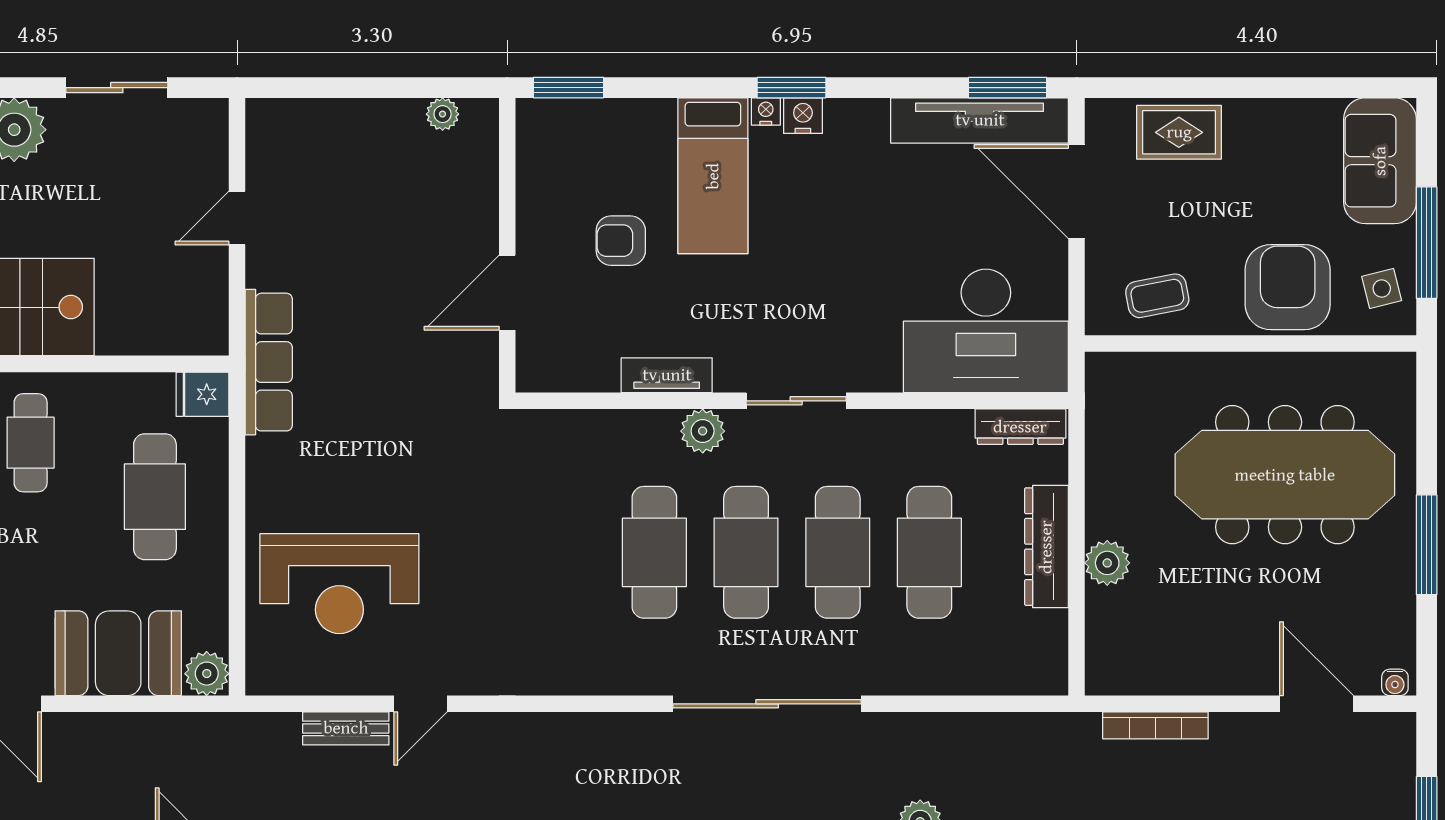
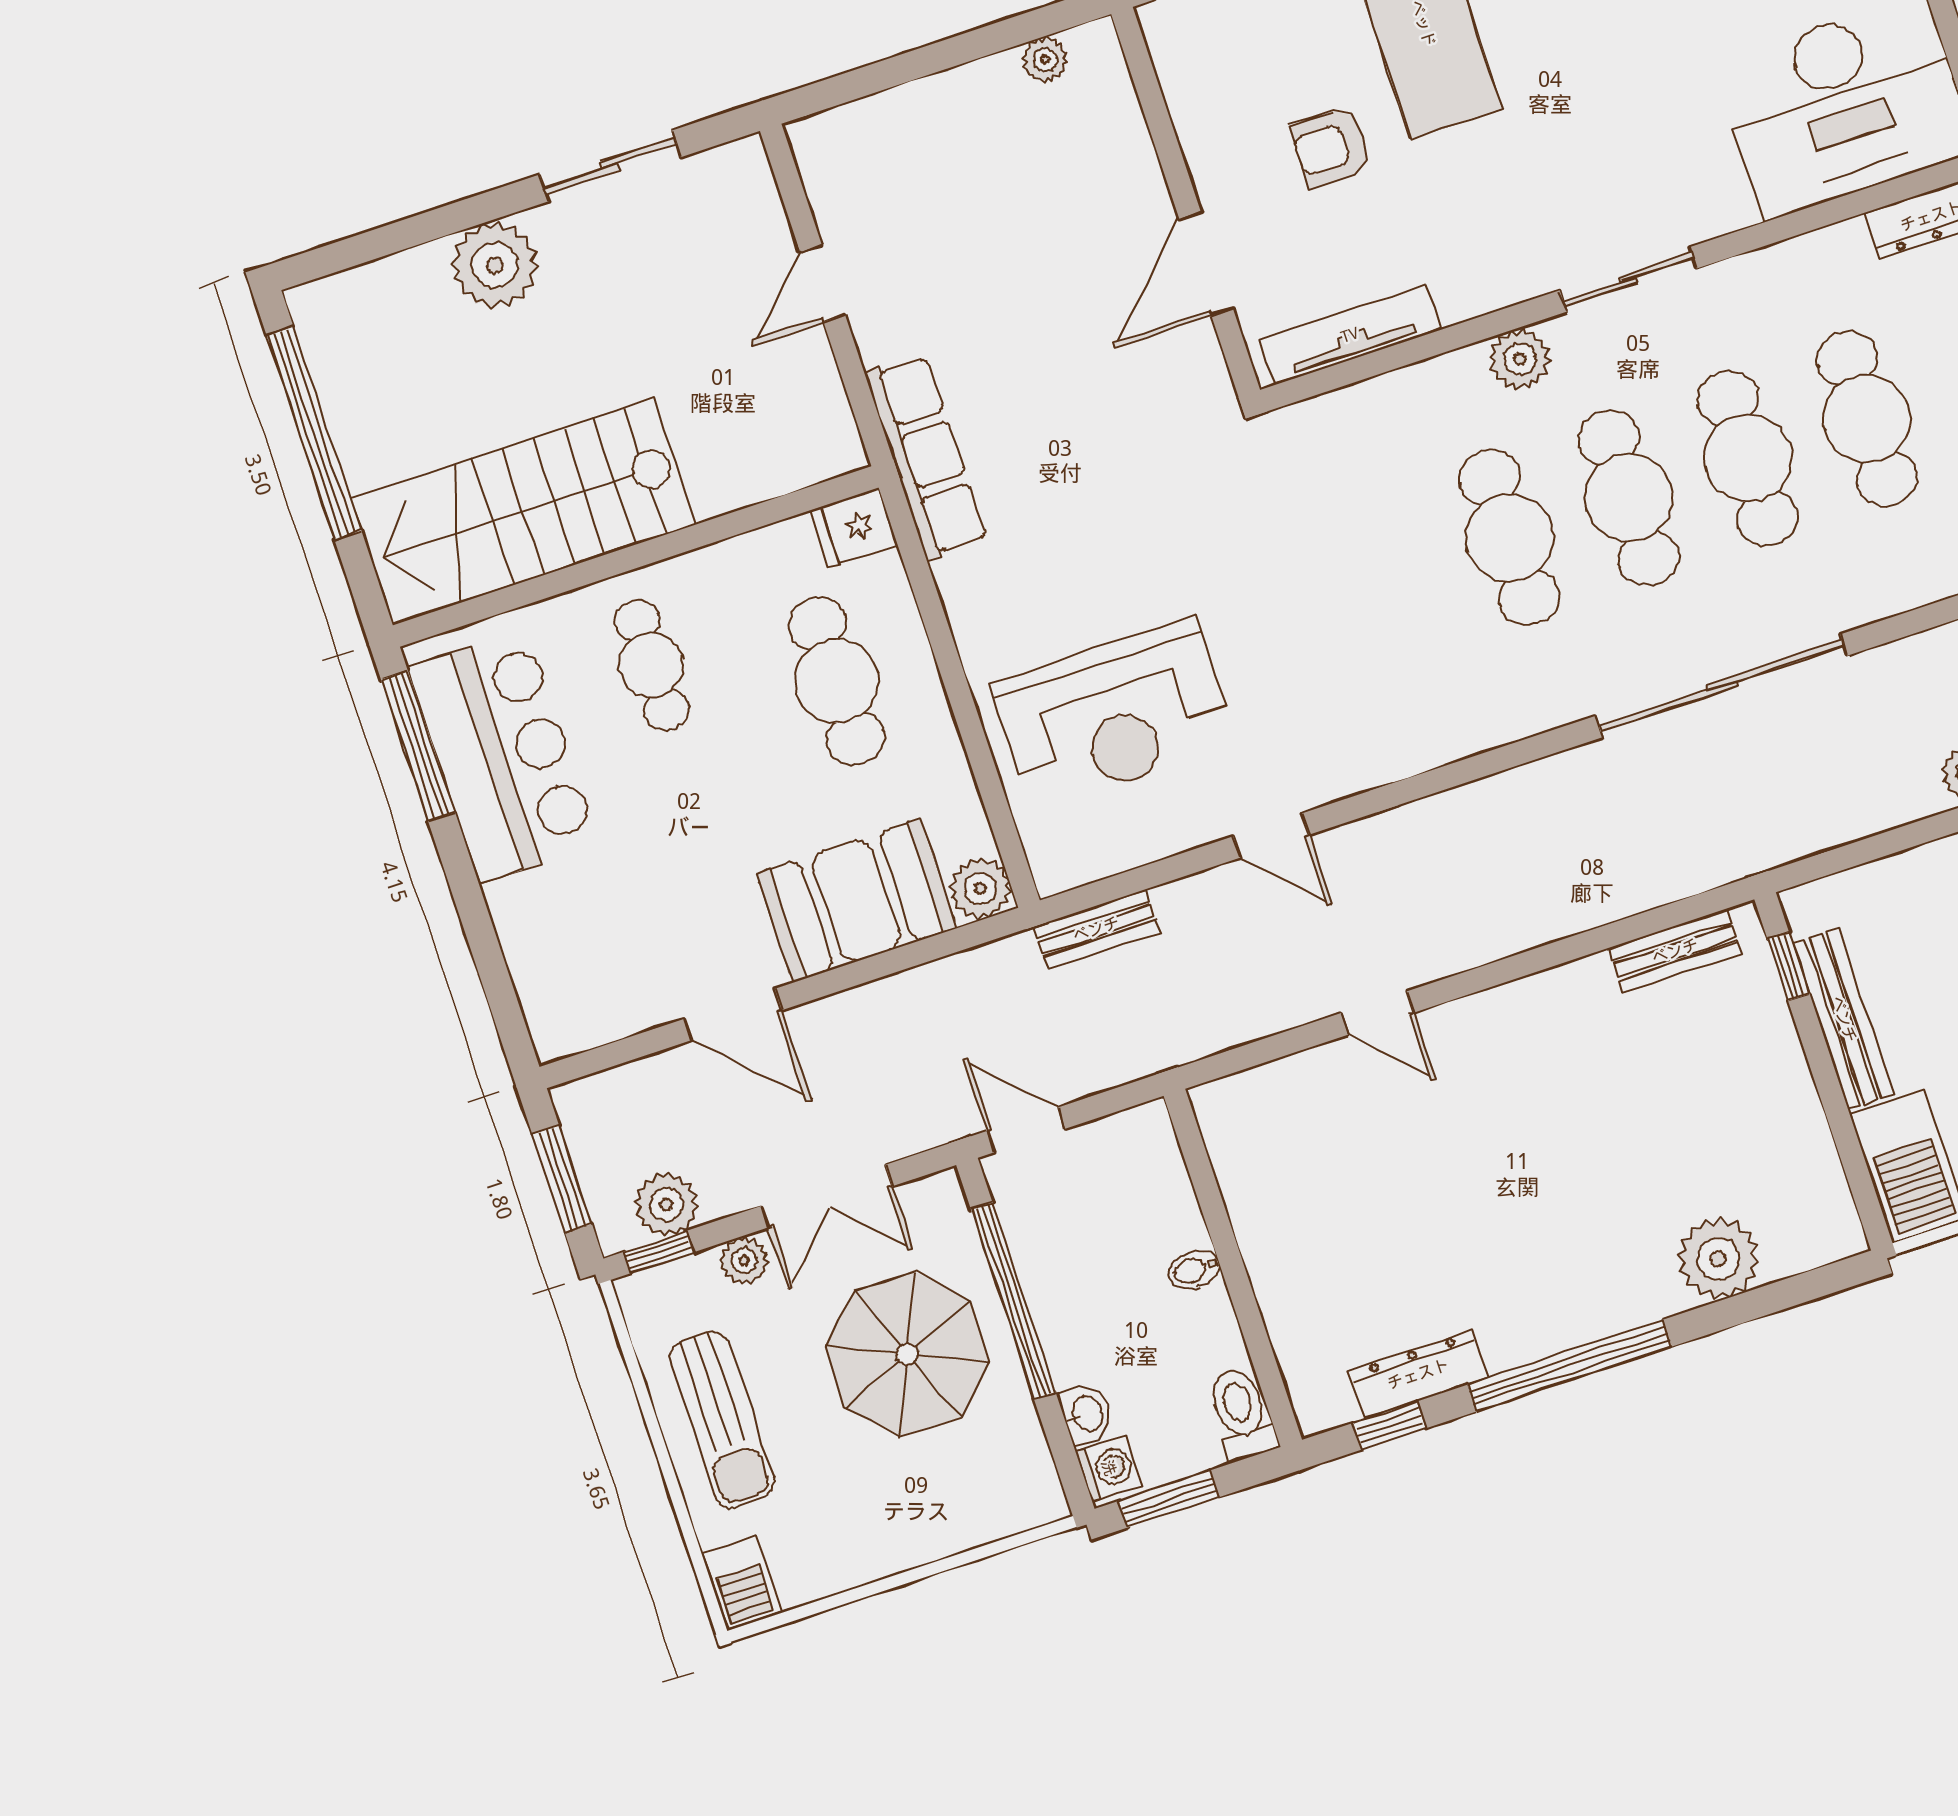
tv unit: (667, 375) -> (1350, 335), moved, width x1.41
door: (421, 704) -> (1271, 836), hinge flipped
bench: (346, 728) -> (1096, 929), moved

